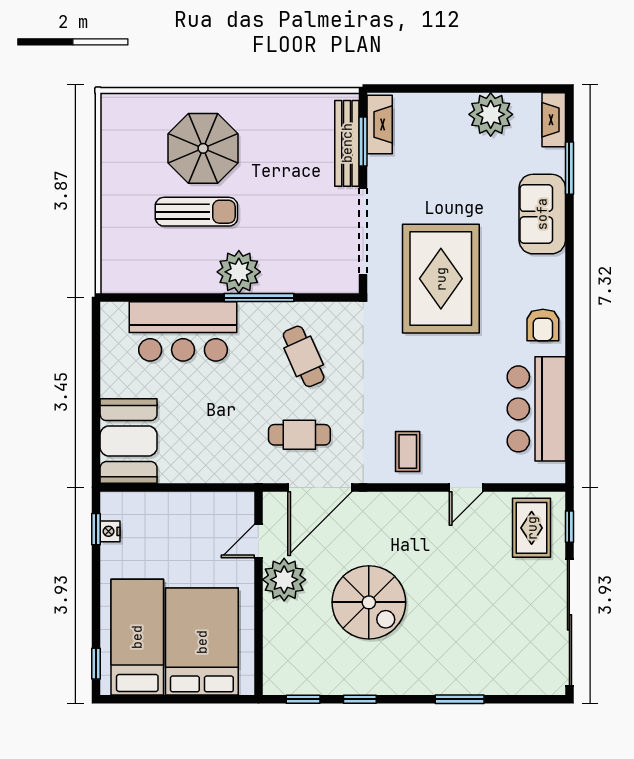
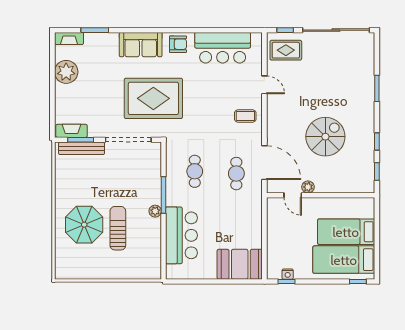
sofa: (542, 214) -> (141, 45), moved
plant: (239, 272) -> (155, 211), width x0.53, depth x0.53
cafe table: (304, 356) -> (195, 171), turned -66
plant: (284, 580) -> (308, 187), width x0.53, depth x0.53
bed: (202, 642) -> (346, 232), width x0.67

